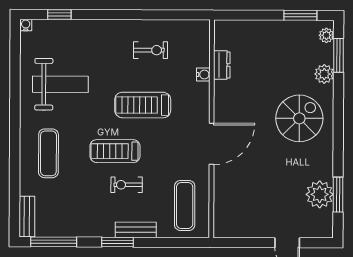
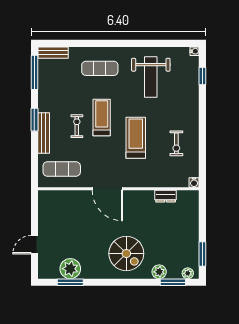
water cooler: (203, 74) -> (194, 182), moved
bench: (136, 230) -> (44, 133), width x1.36

